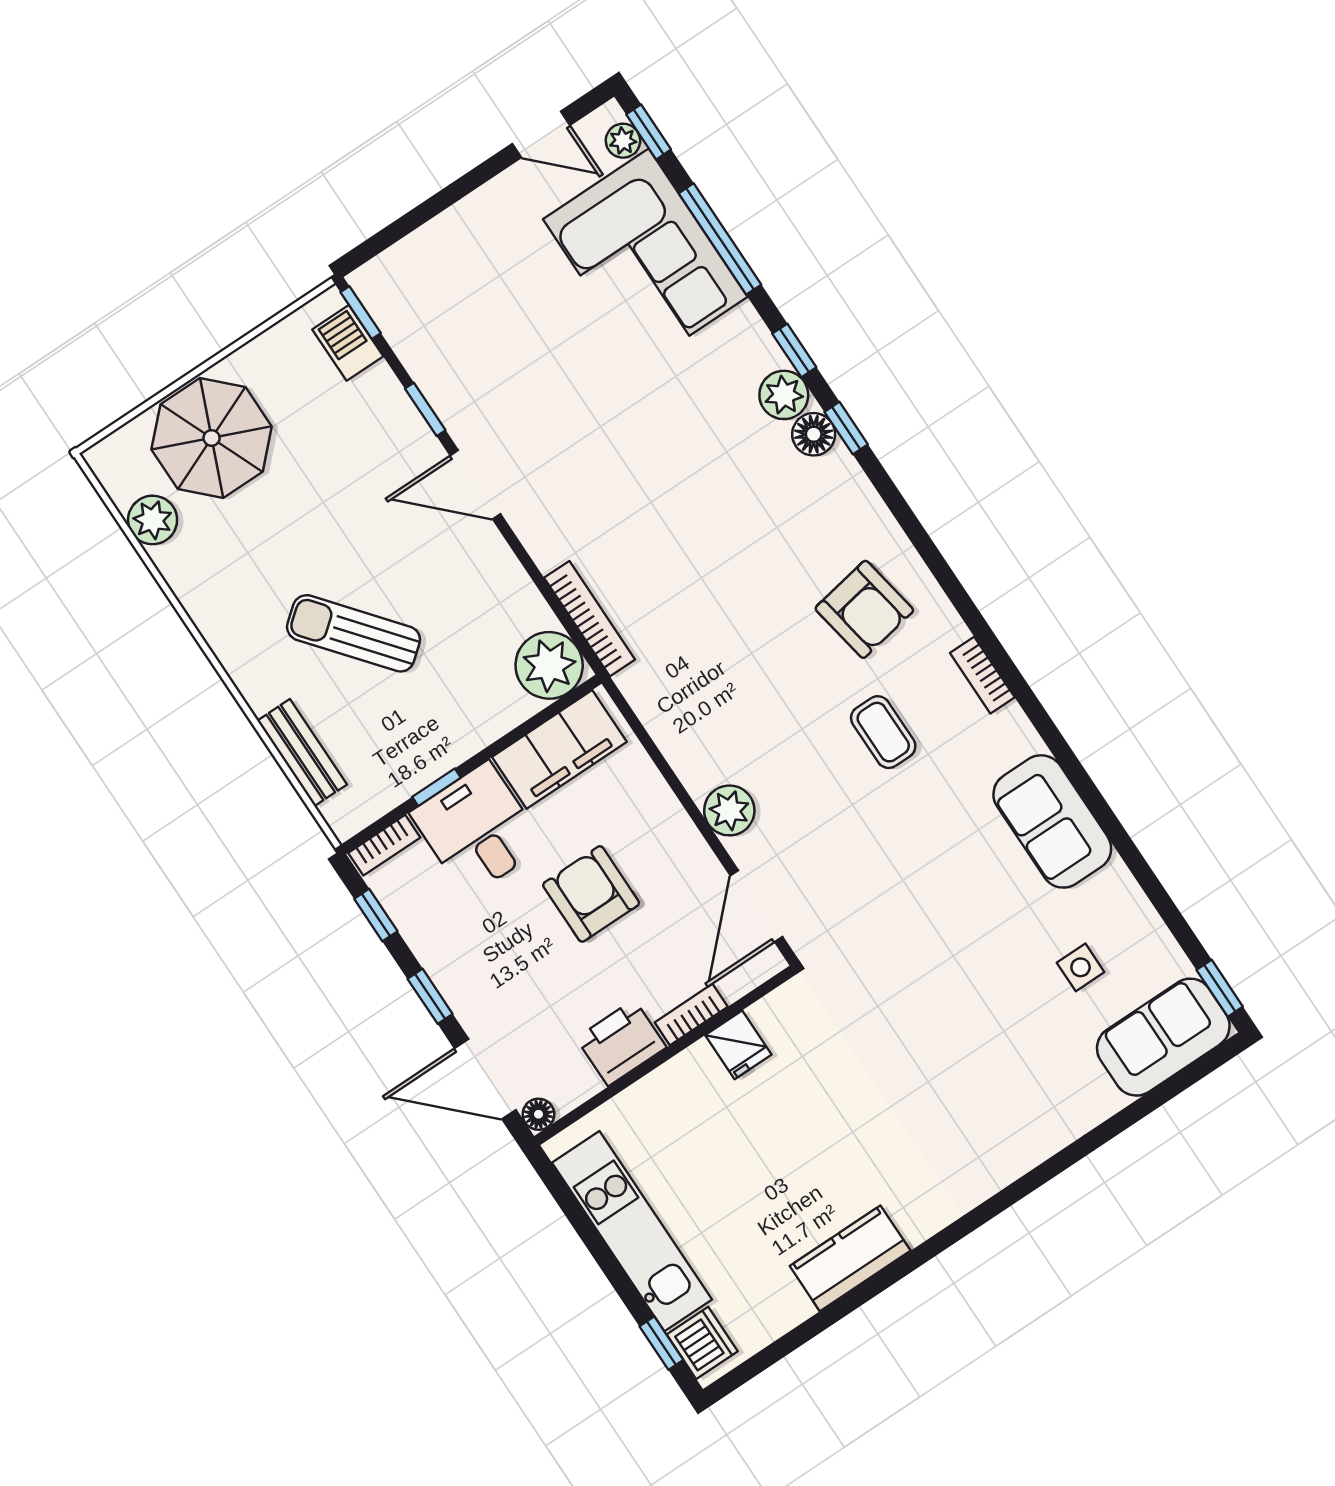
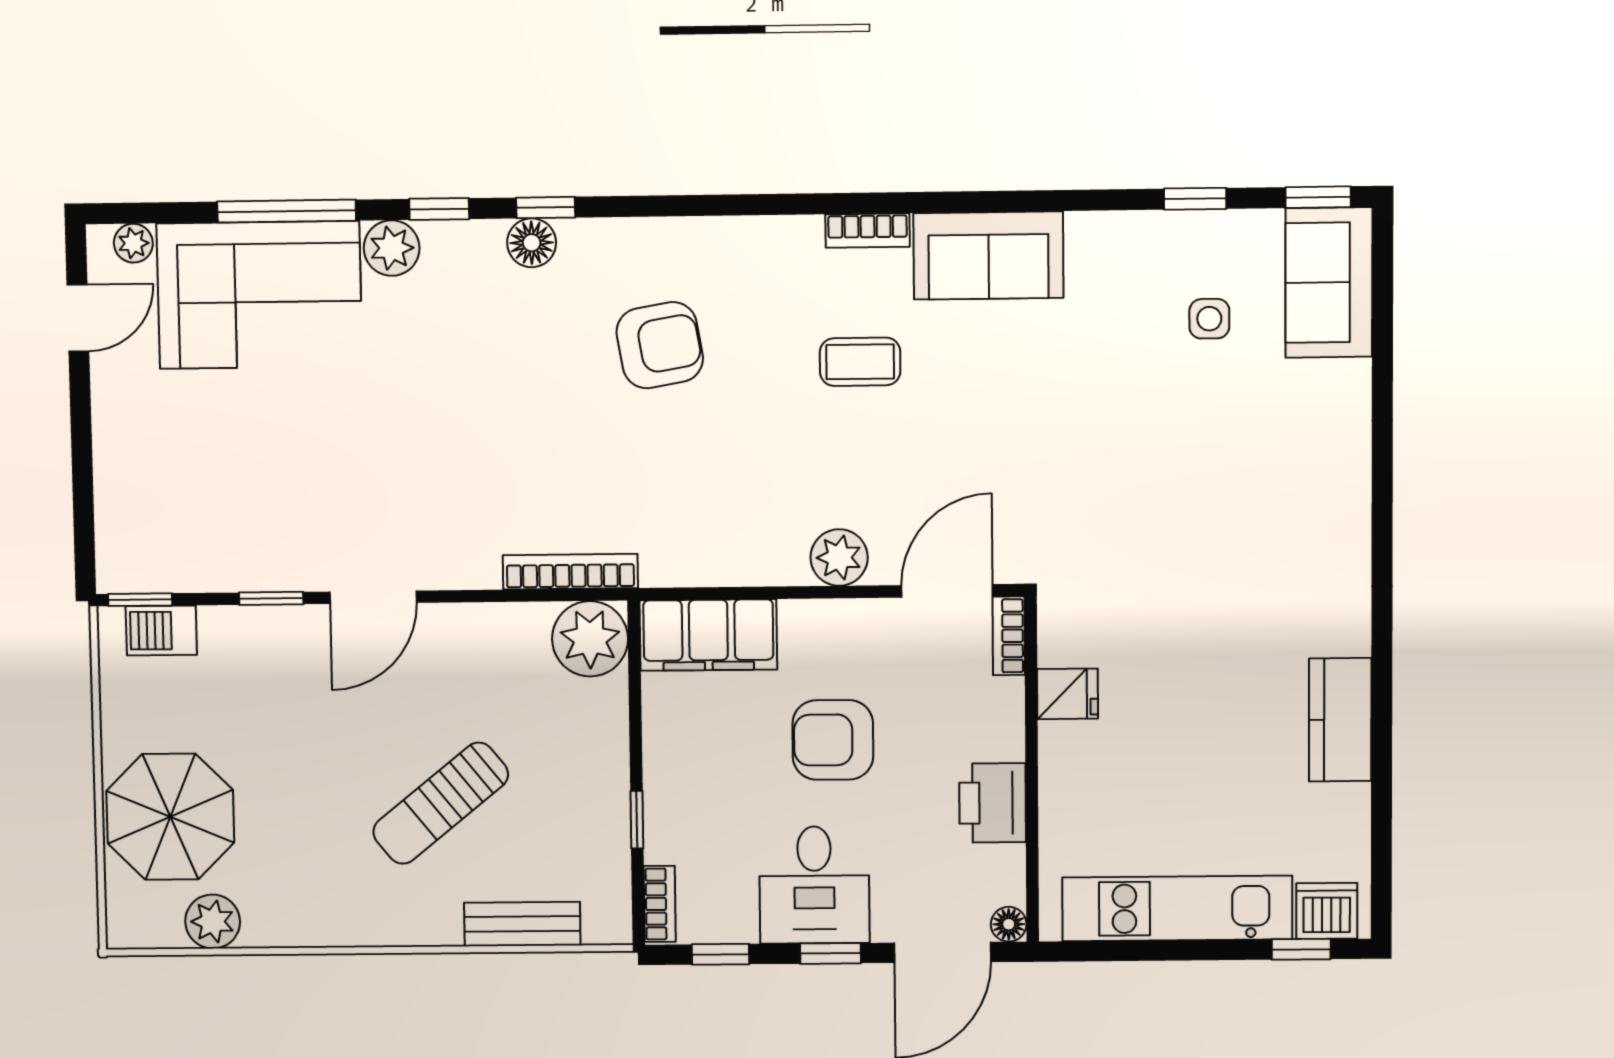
window: (649, 132) -> (1195, 199), moved
plant: (784, 395) -> (392, 248), moved
armchair: (864, 609) -> (660, 345), moved
filing cabinet: (559, 749) -> (708, 635), moved, turned 90
sofa: (1052, 821) -> (988, 255), moved
desk: (478, 829) -> (814, 885), moved, turned -90
door: (756, 906) -> (947, 591), swing flipped
bookcase: (691, 1015) -> (1009, 636), moved

